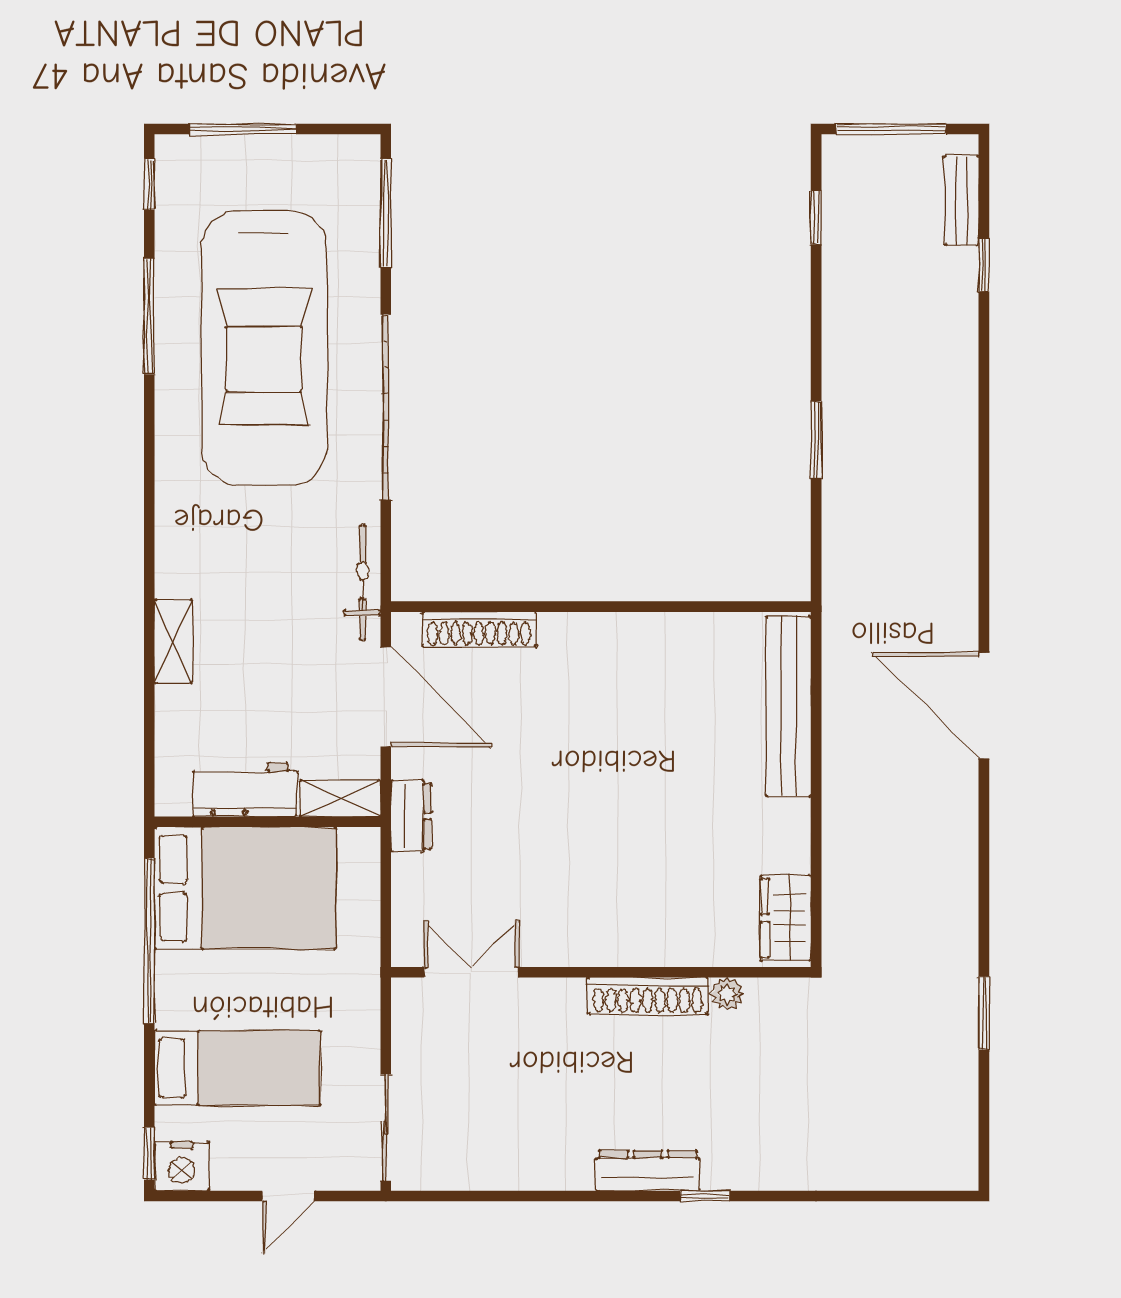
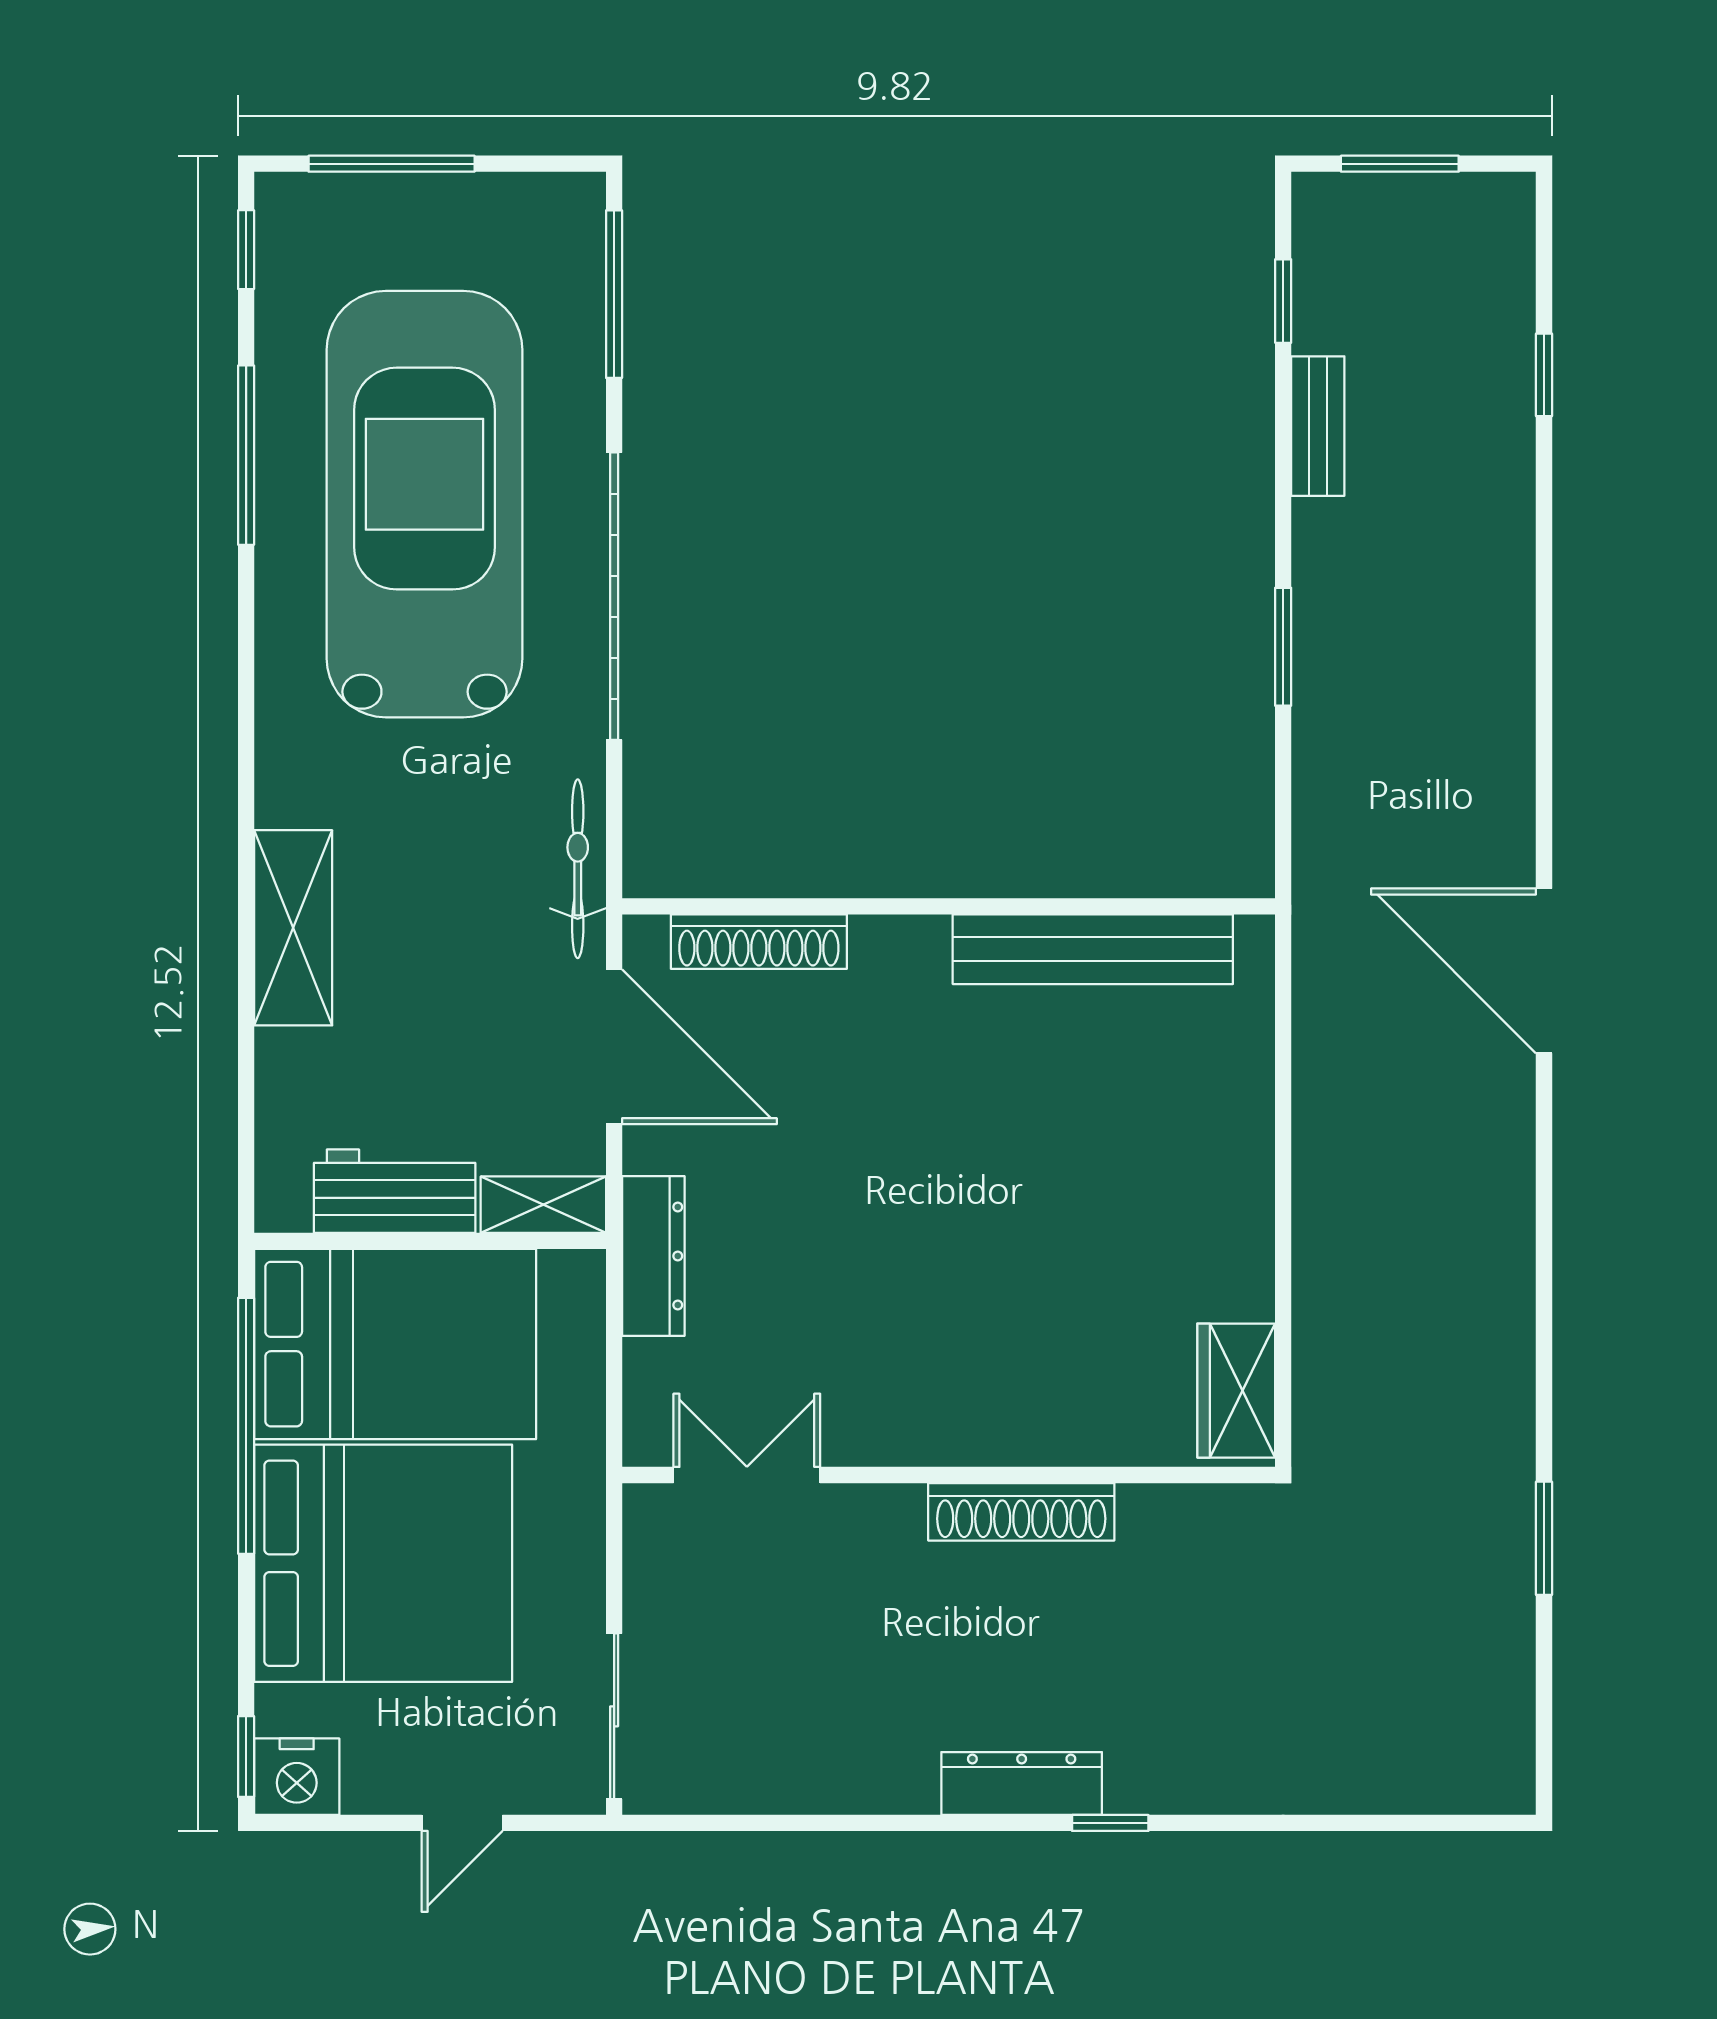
window: (891, 129) -> (1400, 164), width x0.69
bench: (962, 200) -> (1318, 426), moved
car: (264, 348) -> (425, 504), turned 180
shelving: (173, 641) -> (293, 928), width x1.50, depth x1.33
bench: (789, 706) -> (1093, 949), moved, turned 90
door: (984, 706) -> (1544, 971), moved
dresser: (411, 816) -> (653, 1256), width x1.44
plant: (727, 994) -> (1145, 1508), removed
bed: (237, 1068) -> (383, 1563), width x2.04

